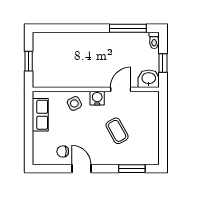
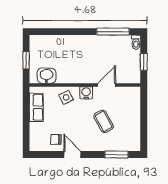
washbasin: (149, 79) -> (47, 76), moved

